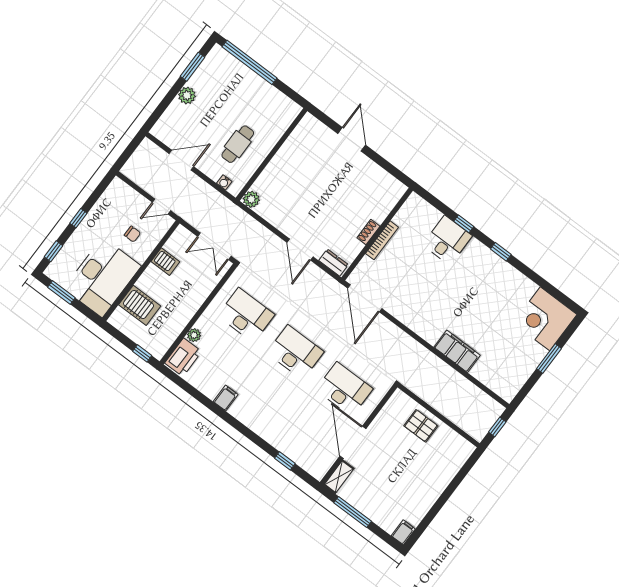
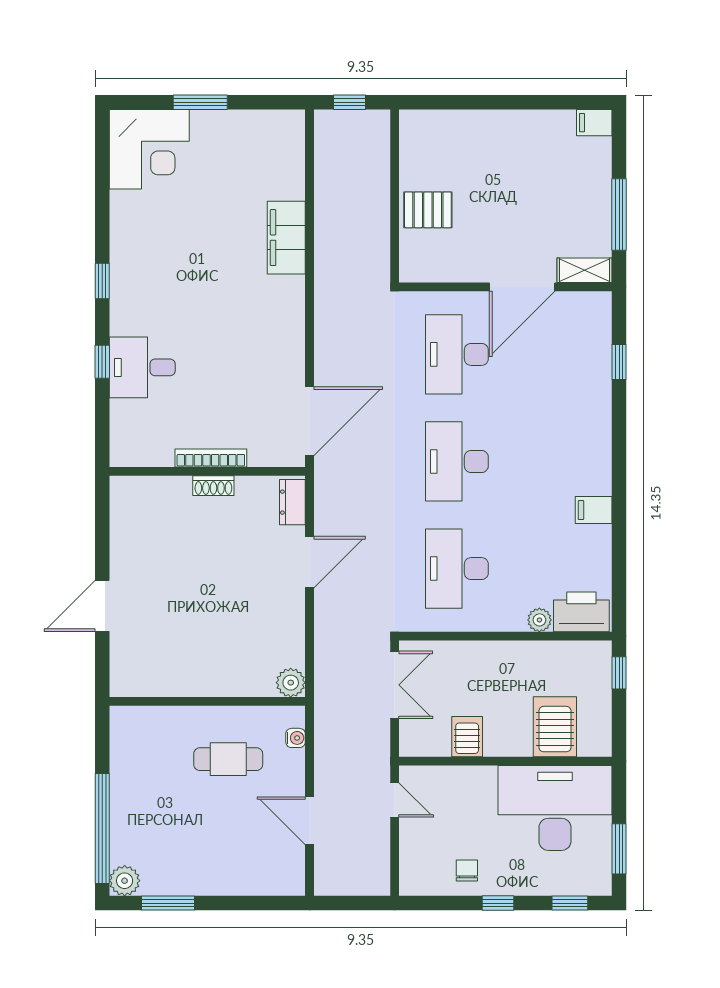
plant: (187, 95) -> (125, 881), moved
chair: (132, 234) -> (467, 871), moved
pallet: (421, 426) -> (428, 210), turned 90

